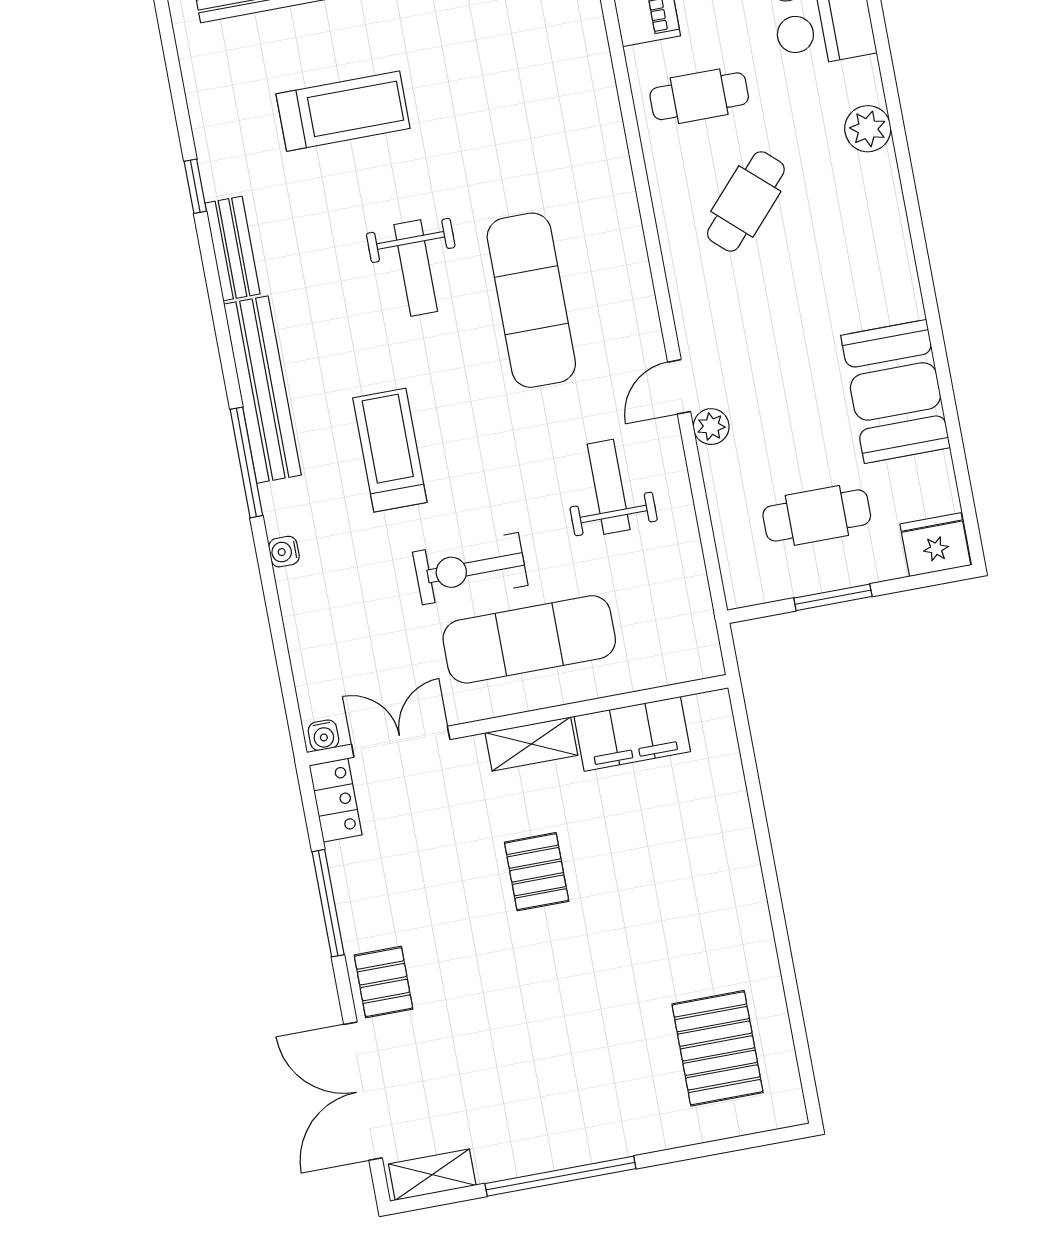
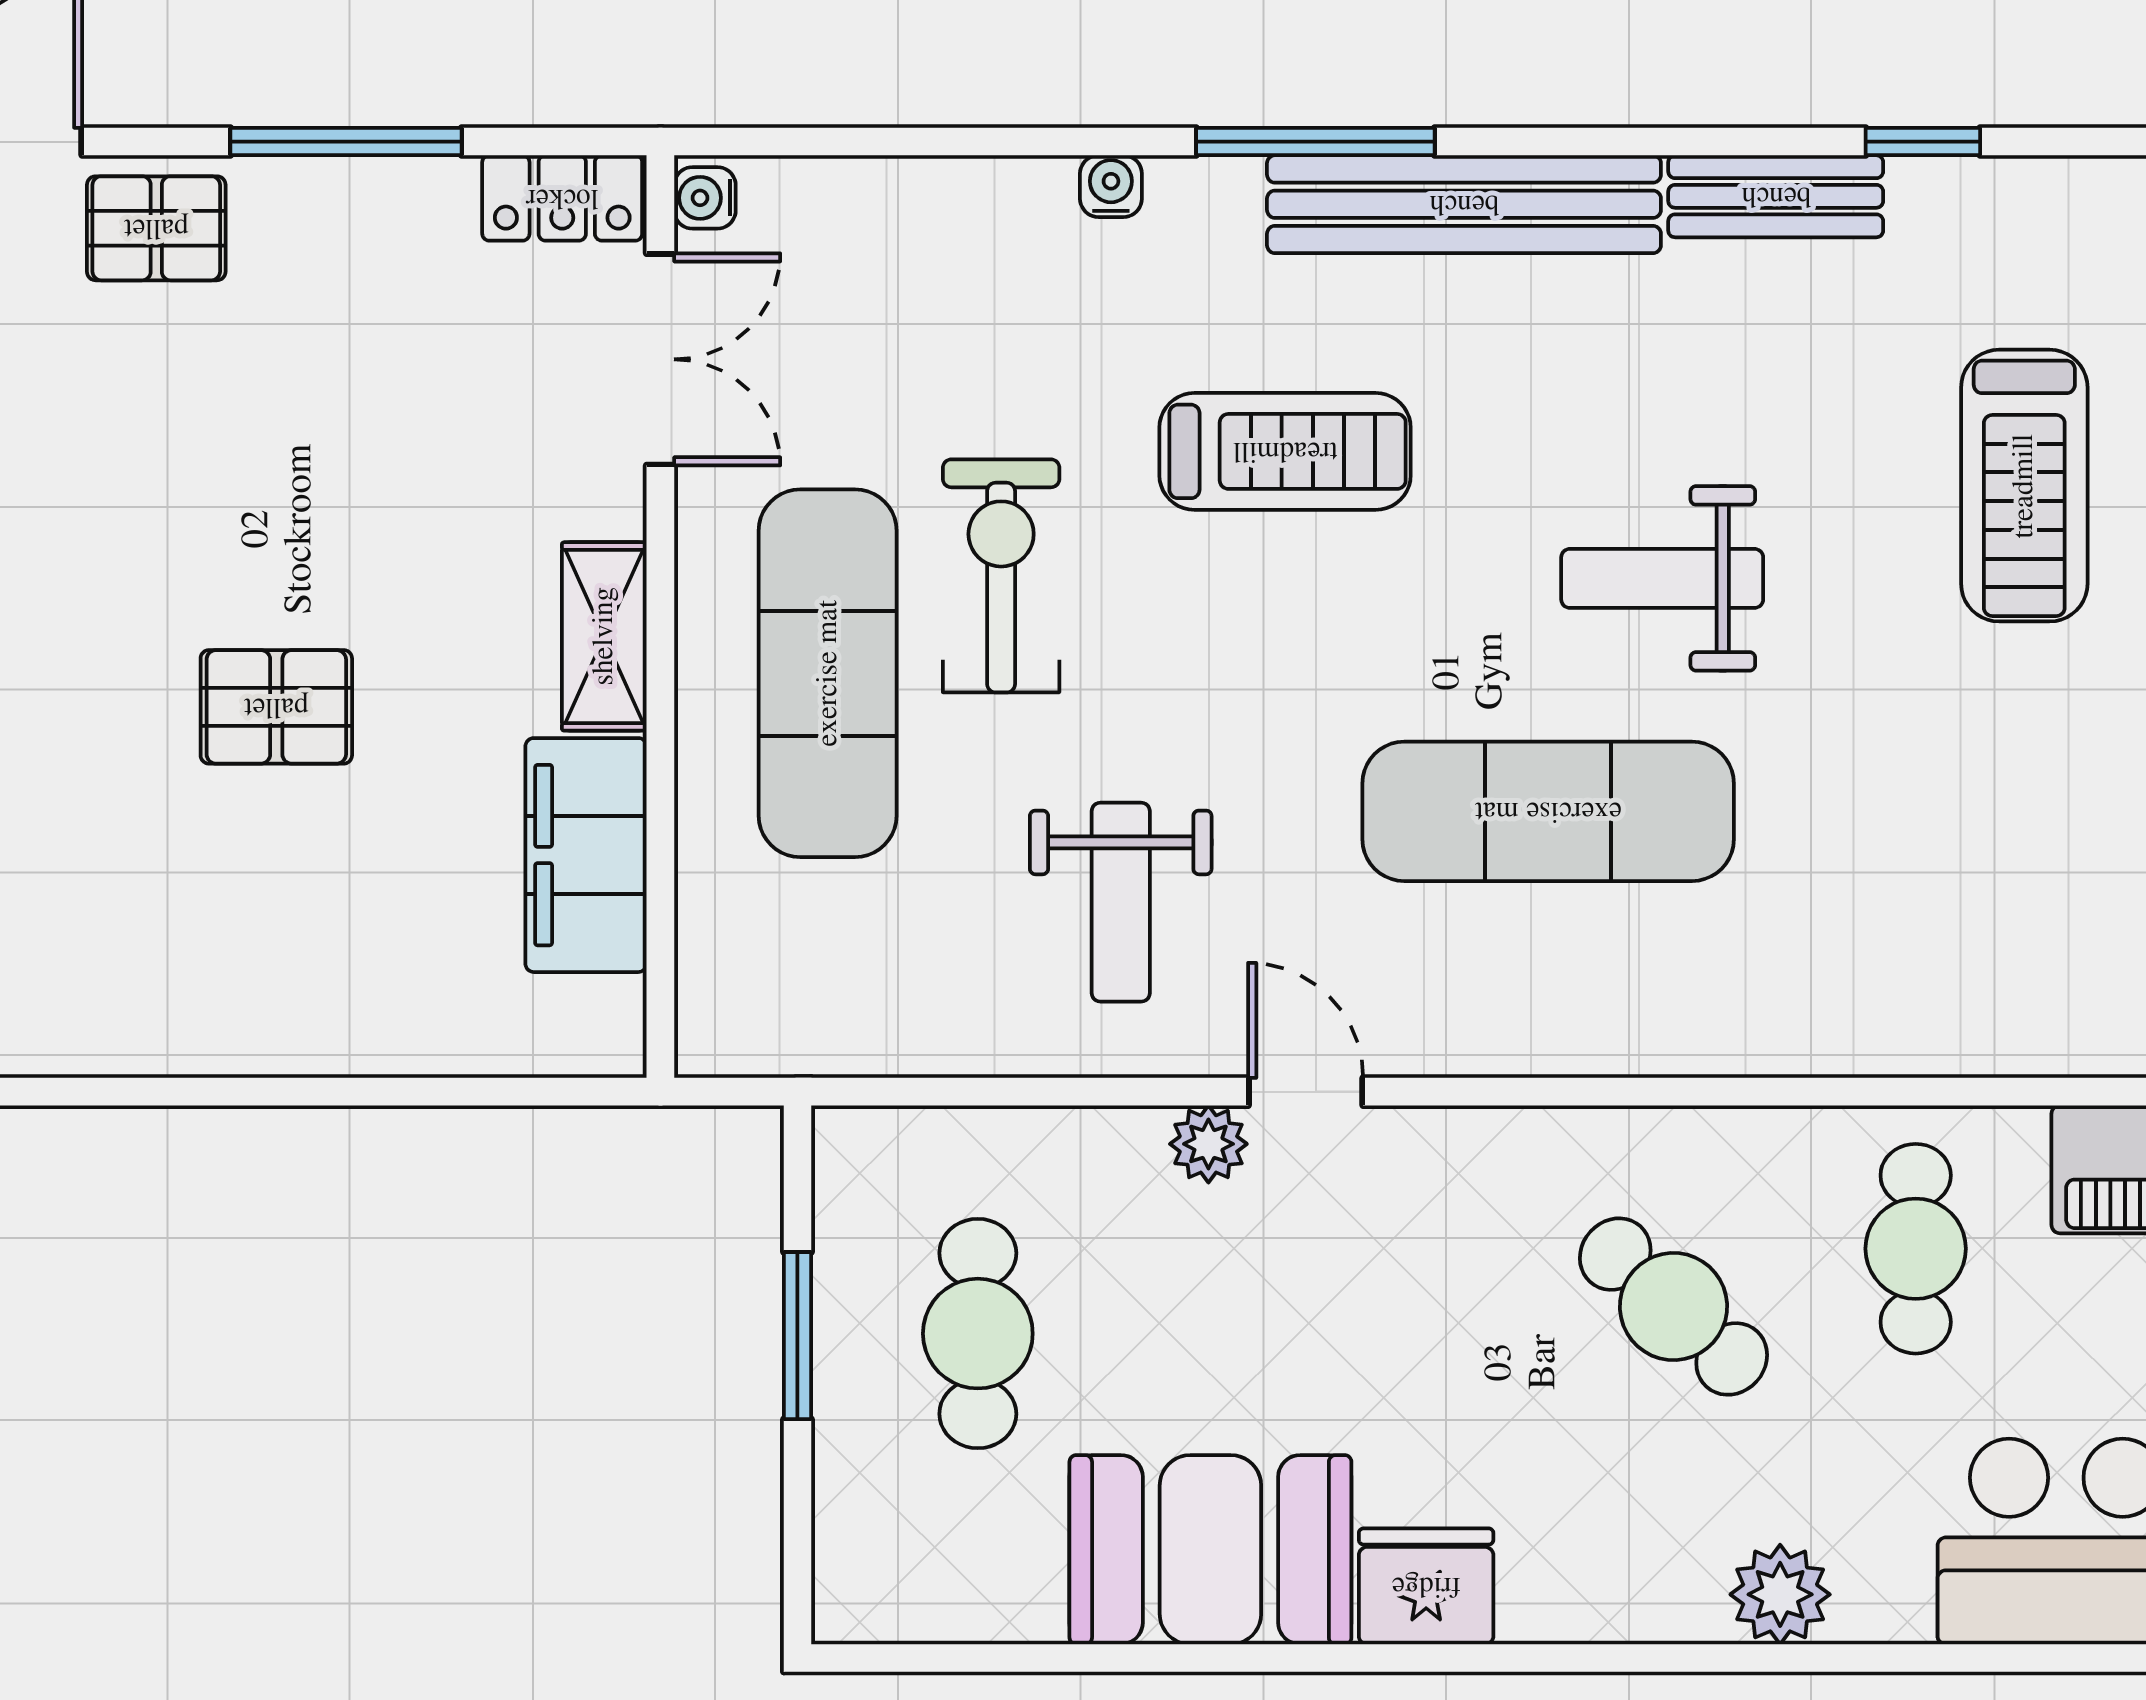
weight bench: (609, 487) -> (1121, 902), turned 90
fridge: (935, 545) -> (1426, 1586), moved, turned -90
pallet: (537, 872) -> (276, 707), moved

